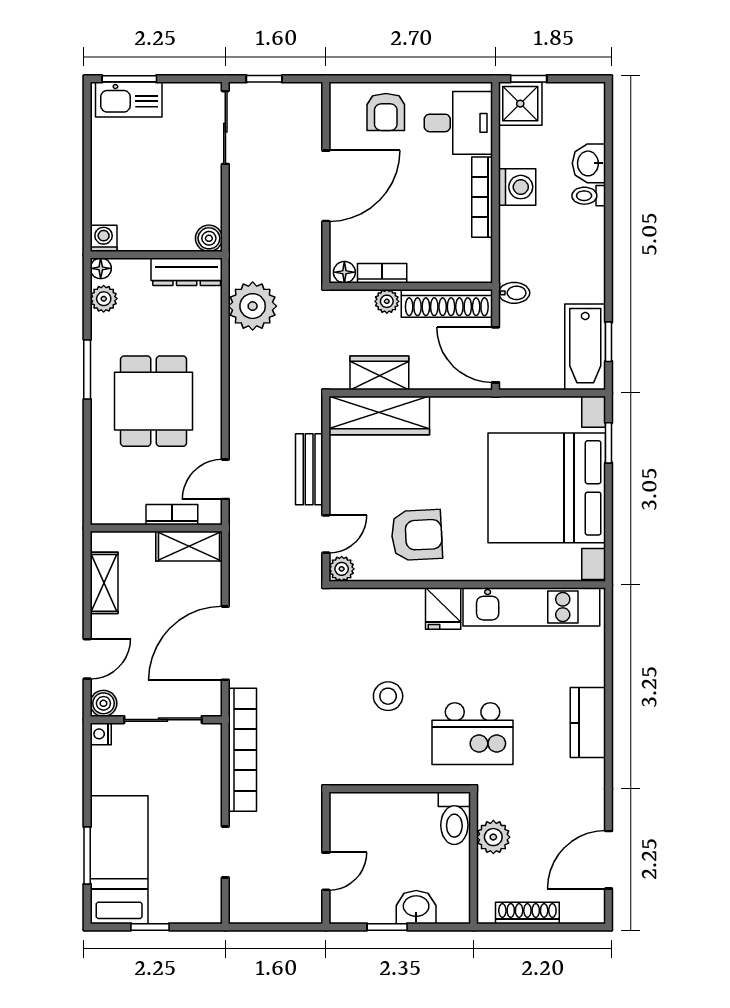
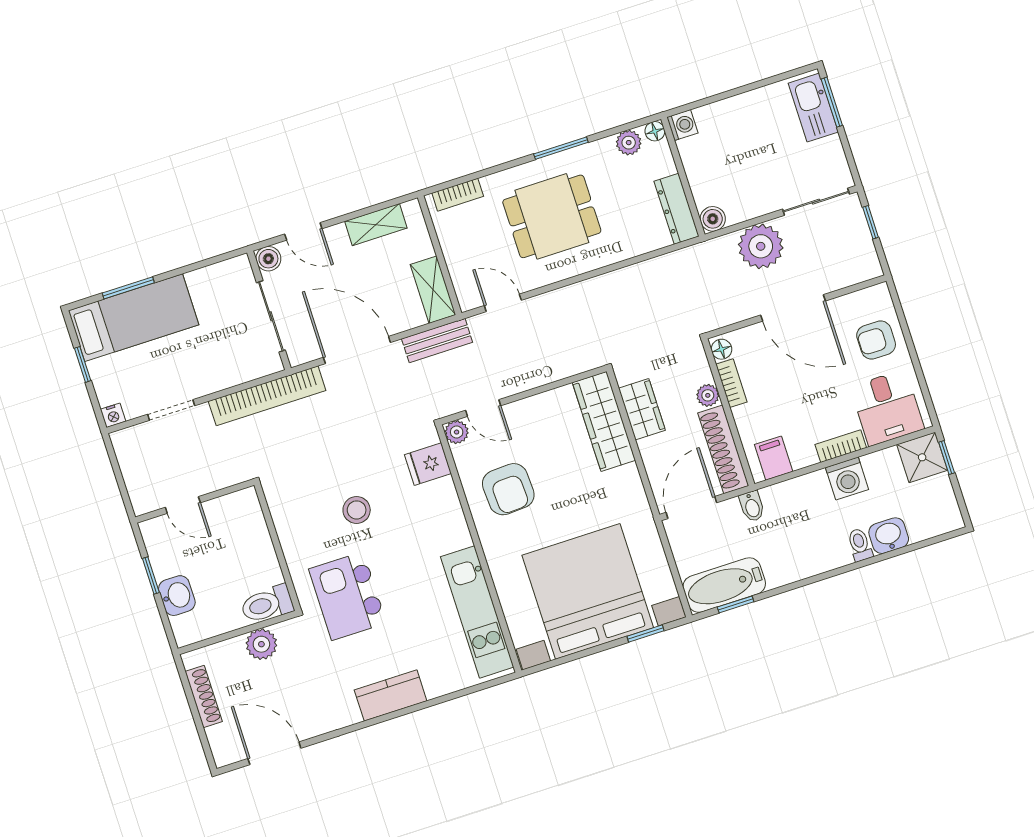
bookcase: (482, 197) -> (841, 446), width x0.64
filing cabinet: (472, 255) -> (774, 458), added
plant: (253, 306) -> (761, 246), moved
bench: (309, 469) -> (437, 340), moved
bookcase: (172, 515) -> (458, 195), moved, turned 90
fridge: (443, 609) -> (428, 464), moved
nightstand: (101, 734) -> (113, 415), moved, turned 180

